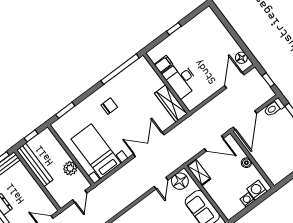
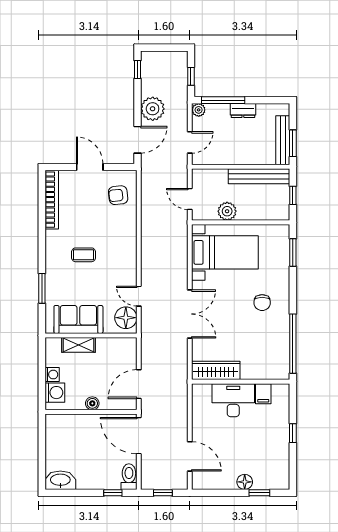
window: (225, 22) -> (259, 493), added
floor lamp: (241, 58) -> (245, 482), moved
shelving: (199, 172) -> (79, 345), moved

